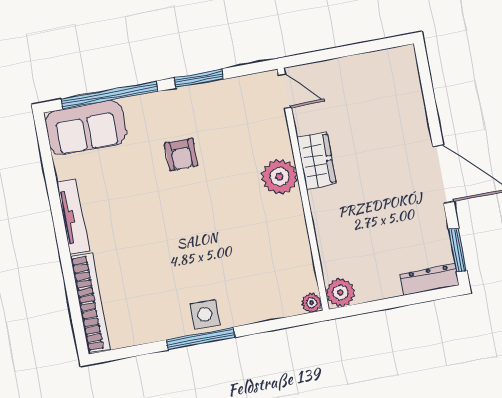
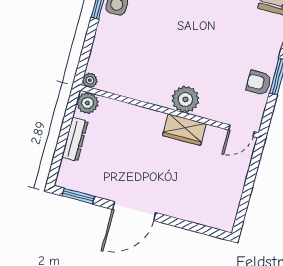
armchair: (181, 154) -> (259, 83), moved
dresser: (430, 279) -> (75, 139), moved

